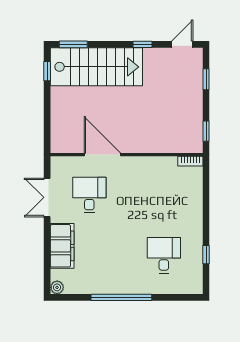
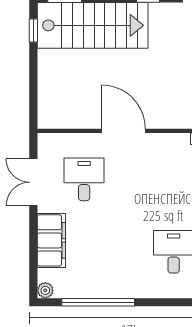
door: (102, 155) -> (124, 131), moved
window: (121, 297) -> (98, 302), moved

